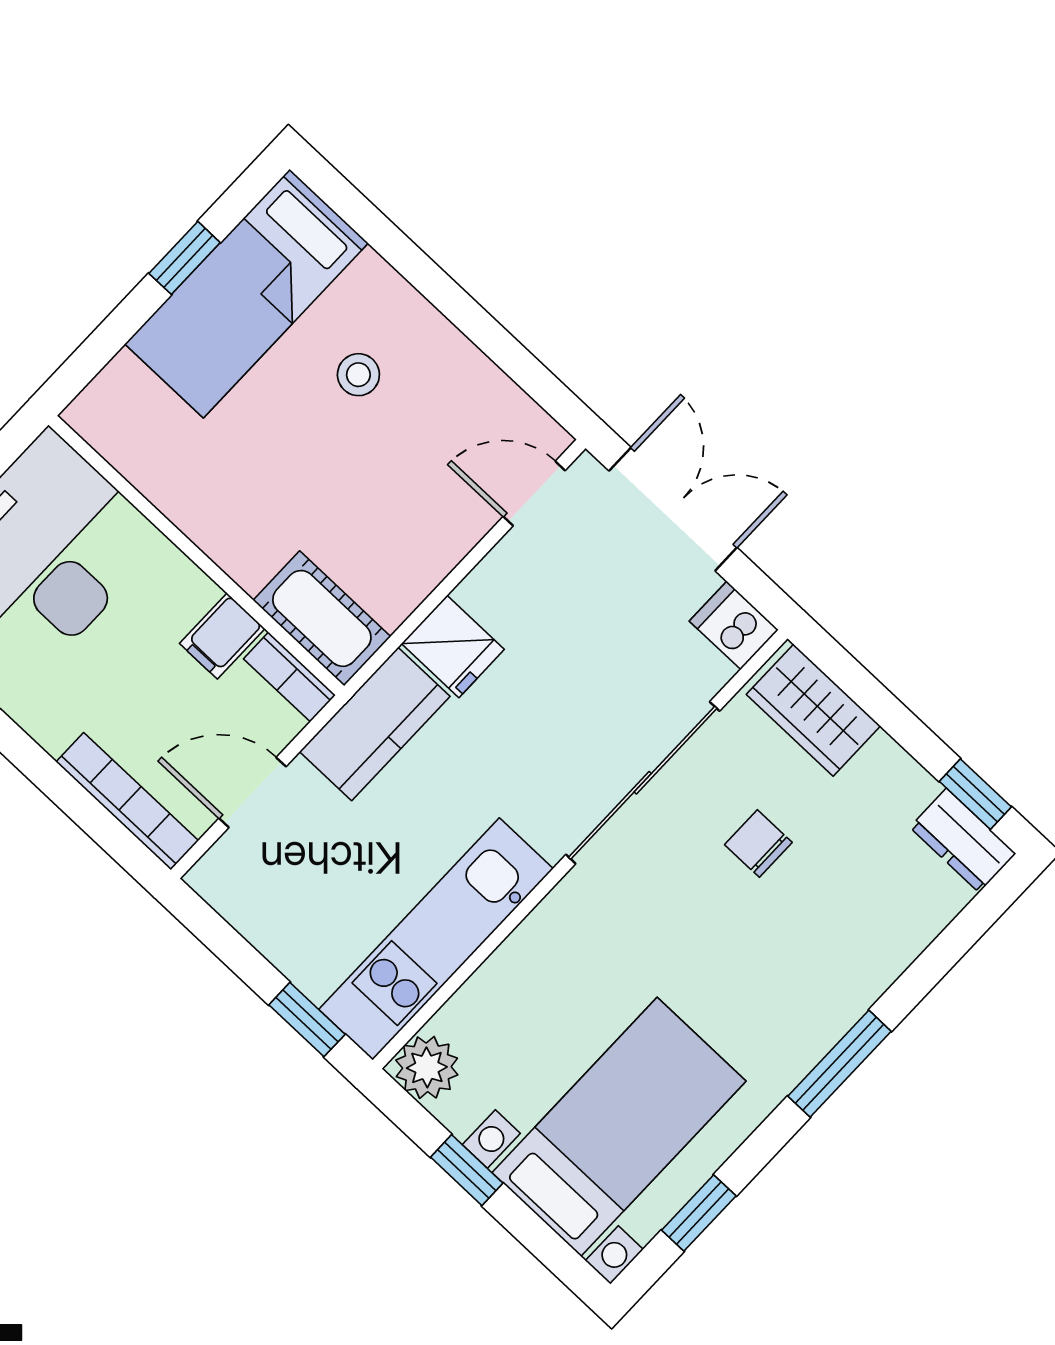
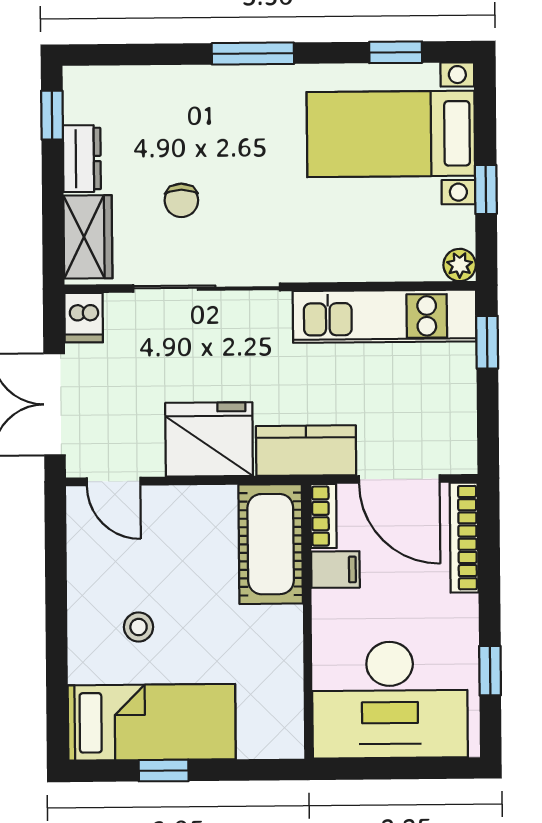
cot: (322, 618) -> (271, 544), width x1.37, depth x1.34
fridge: (453, 646) -> (209, 439), width x1.88, depth x1.34
door: (253, 792) -> (399, 479), width x1.38
dresser: (963, 840) -> (82, 159), moved
plant: (427, 1067) -> (460, 265), width x0.73, depth x0.73

